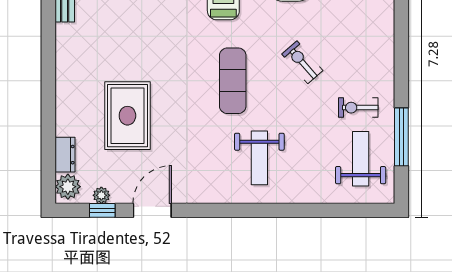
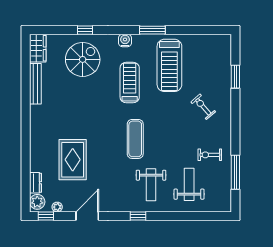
exercise bike: (302, 62) -> (203, 107), moved
weight bench: (361, 159) -> (189, 184), moved
window: (102, 210) -> (46, 216), moved
window: (237, 210) -> (138, 216), added

